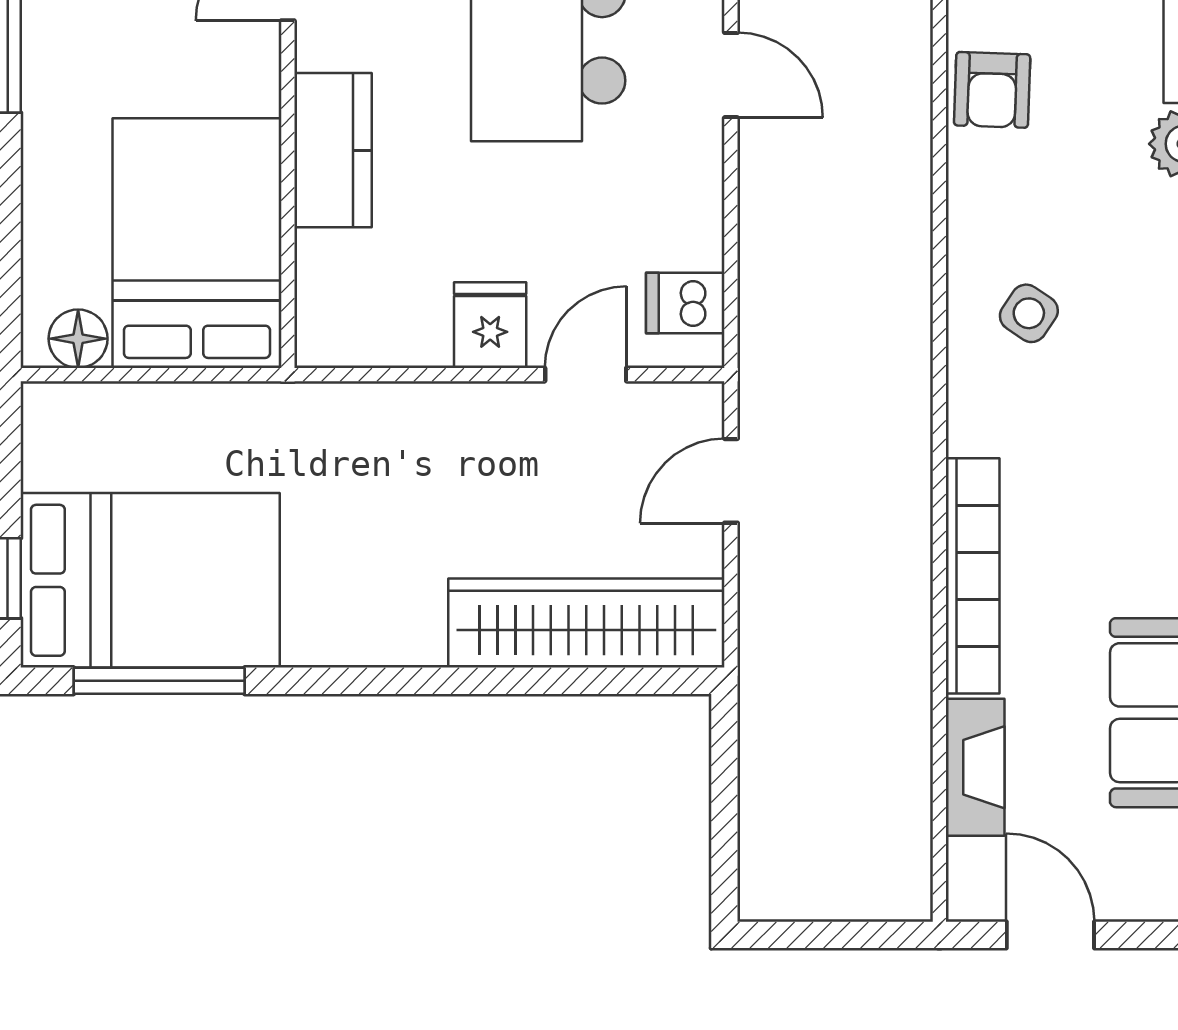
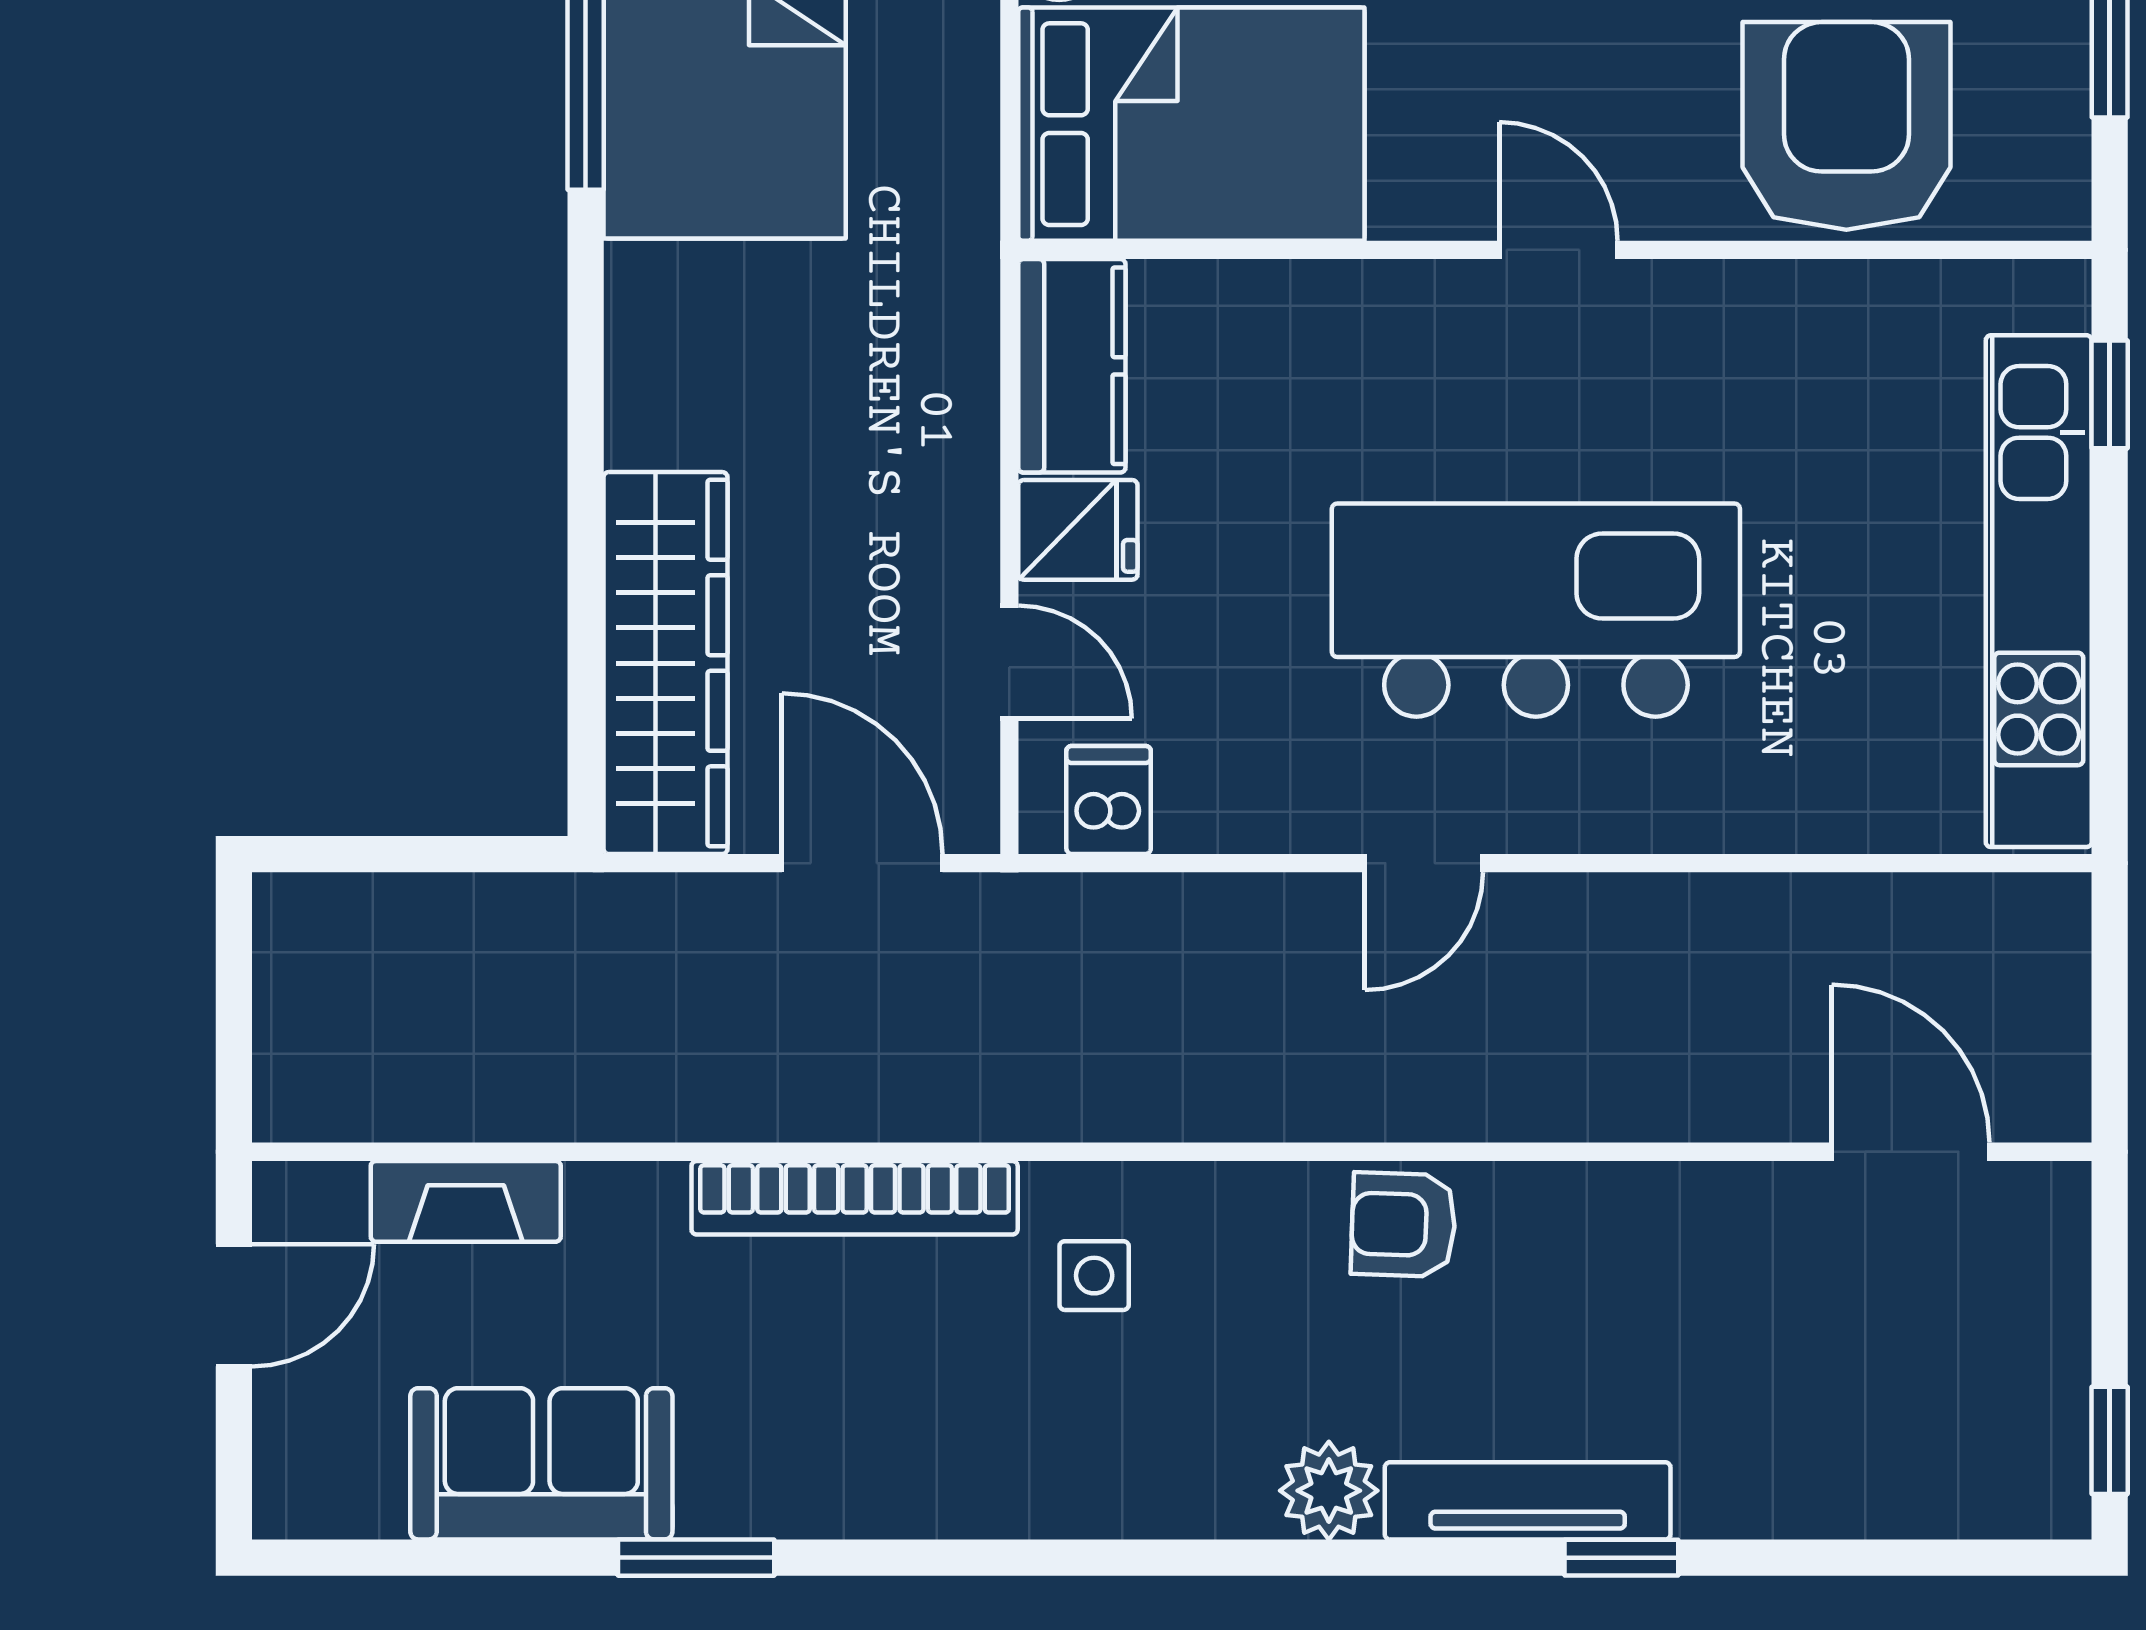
kitchen counter: (333, 150) -> (1072, 366), moved, turned -90
side table: (1029, 313) -> (1094, 1276), turned -34
door: (731, 481) -> (862, 863), width x1.38
bookcase: (973, 576) -> (855, 1198), moved

